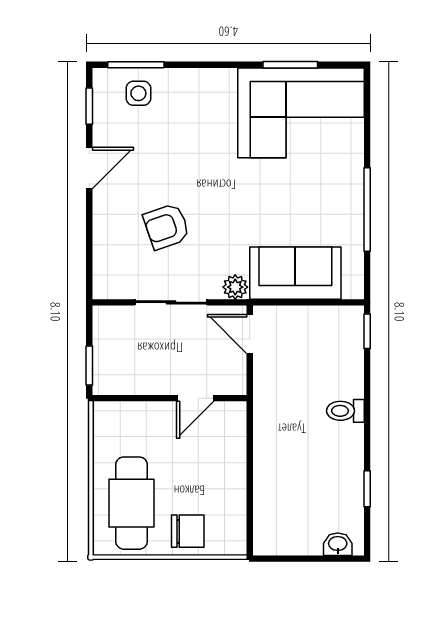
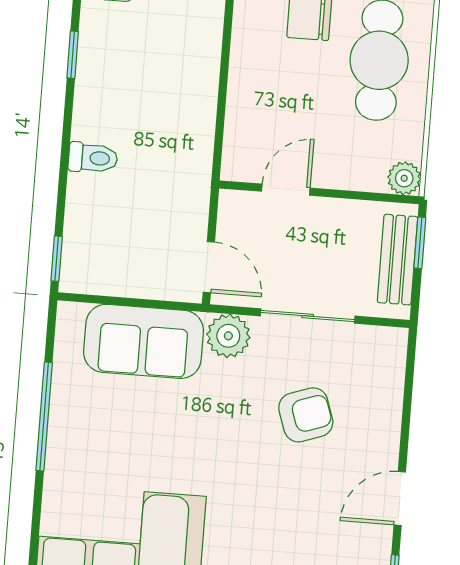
plant: (235, 287) -> (228, 336), width x1.38, depth x1.38
bench: (105, 351) -> (397, 260), added
plant: (105, 414) -> (404, 178), added

